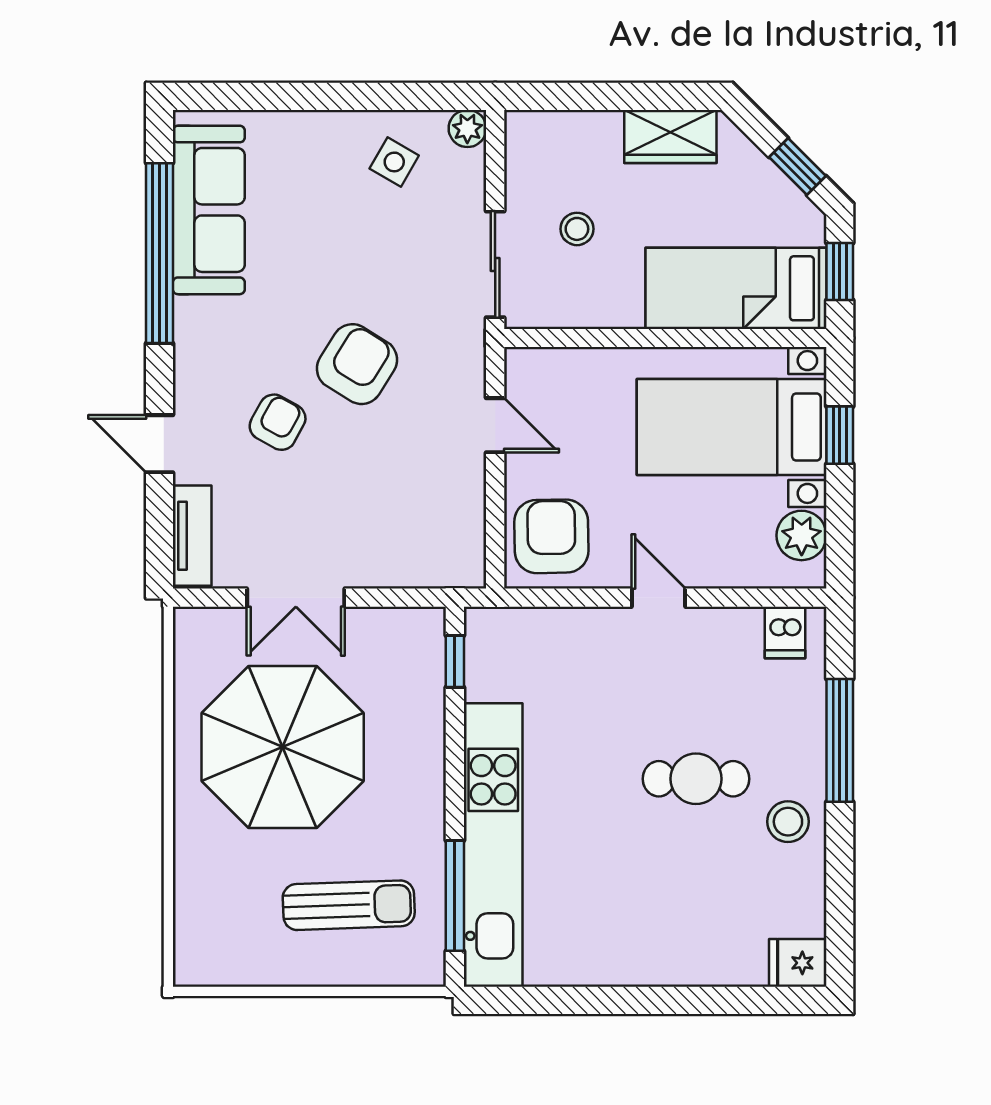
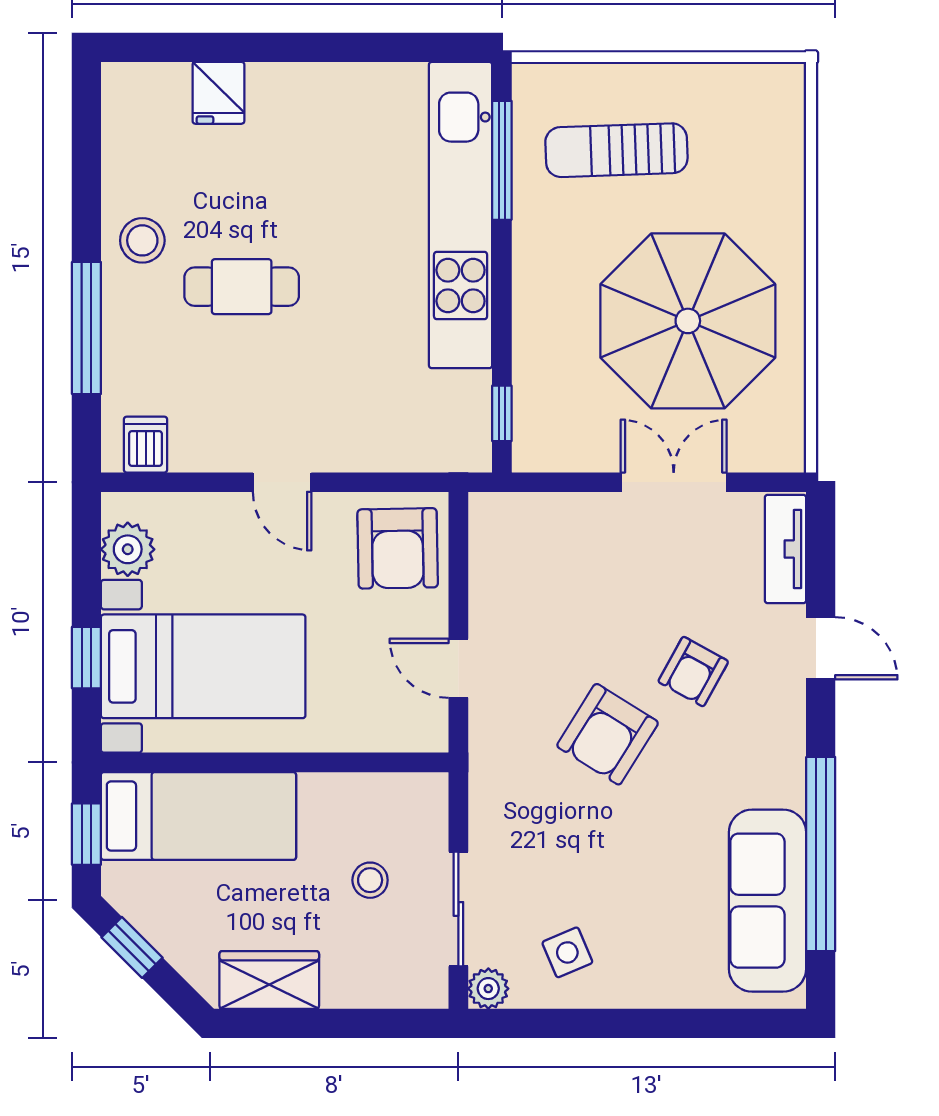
side table: (394, 162) -> (567, 952), turned 37
sliding door: (495, 264) -> (458, 909), moved
fridge: (798, 963) -> (218, 93), moved, turned 90

